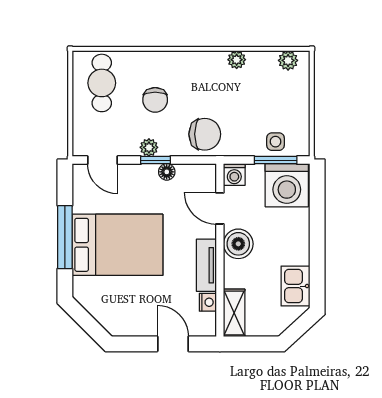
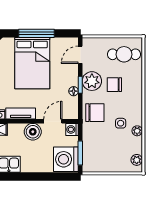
chair: (205, 134) -> (95, 113), turned -90
side table: (275, 142) -> (121, 123), moved
plant: (149, 147) -> (92, 81), width x1.88, depth x1.88

